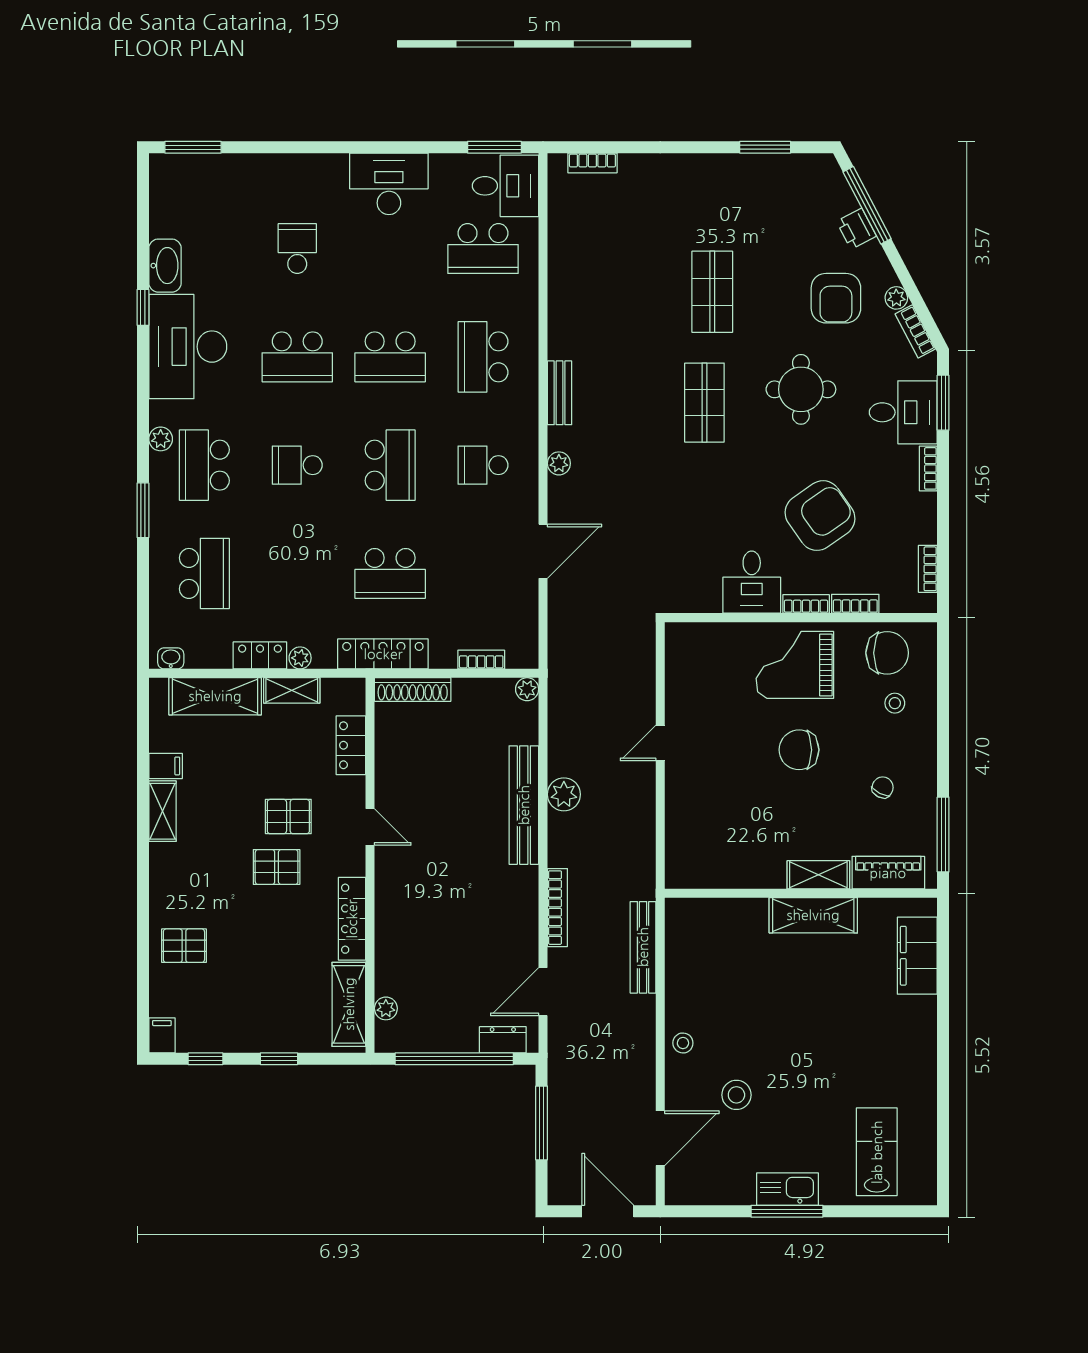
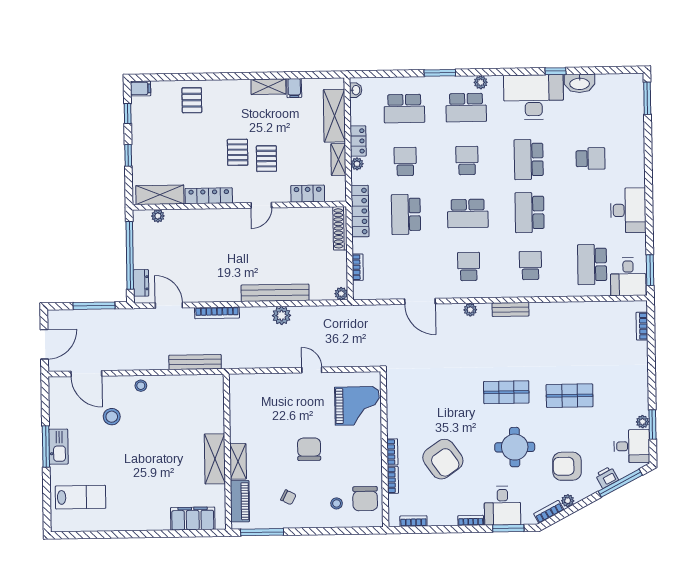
plant: (760, 164) -> (643, 422), added
school desk: (483, 357) -> (530, 265), width x0.54
school desk: (204, 465) -> (466, 108), turned 180
school desk: (297, 573) -> (405, 161), added
desk: (752, 582) -> (632, 446), moved, turned 180
grand piano: (795, 665) -> (357, 406), moved, turned 90

